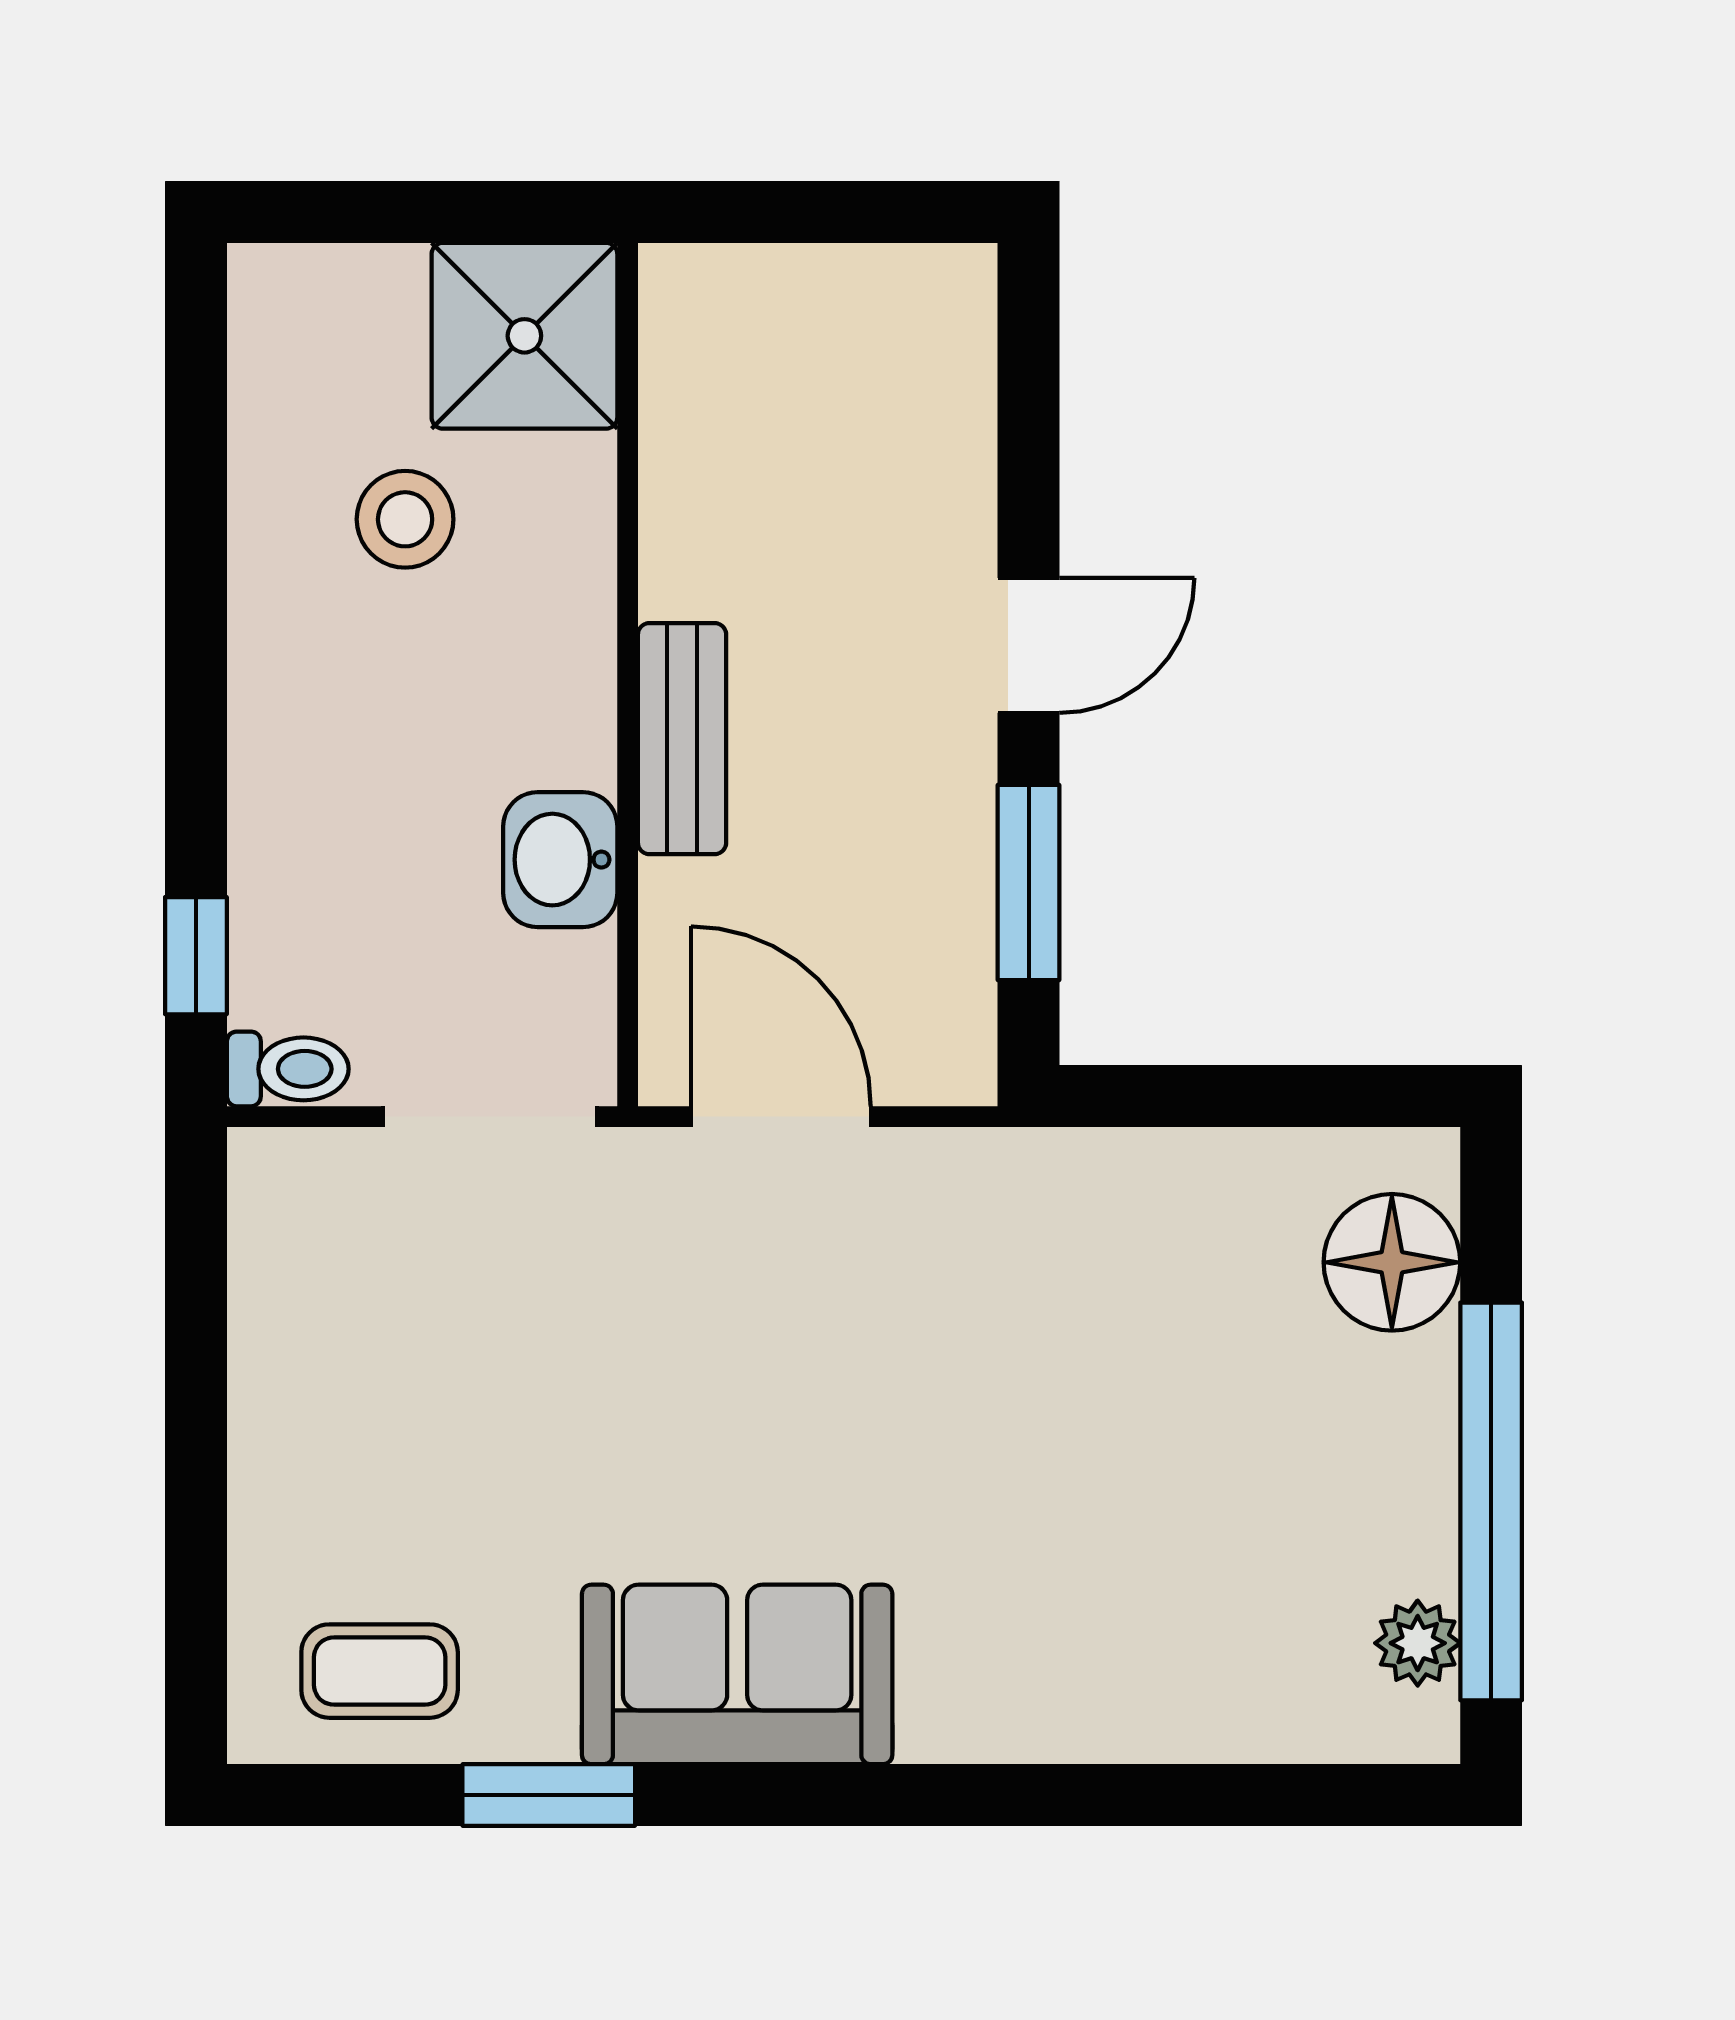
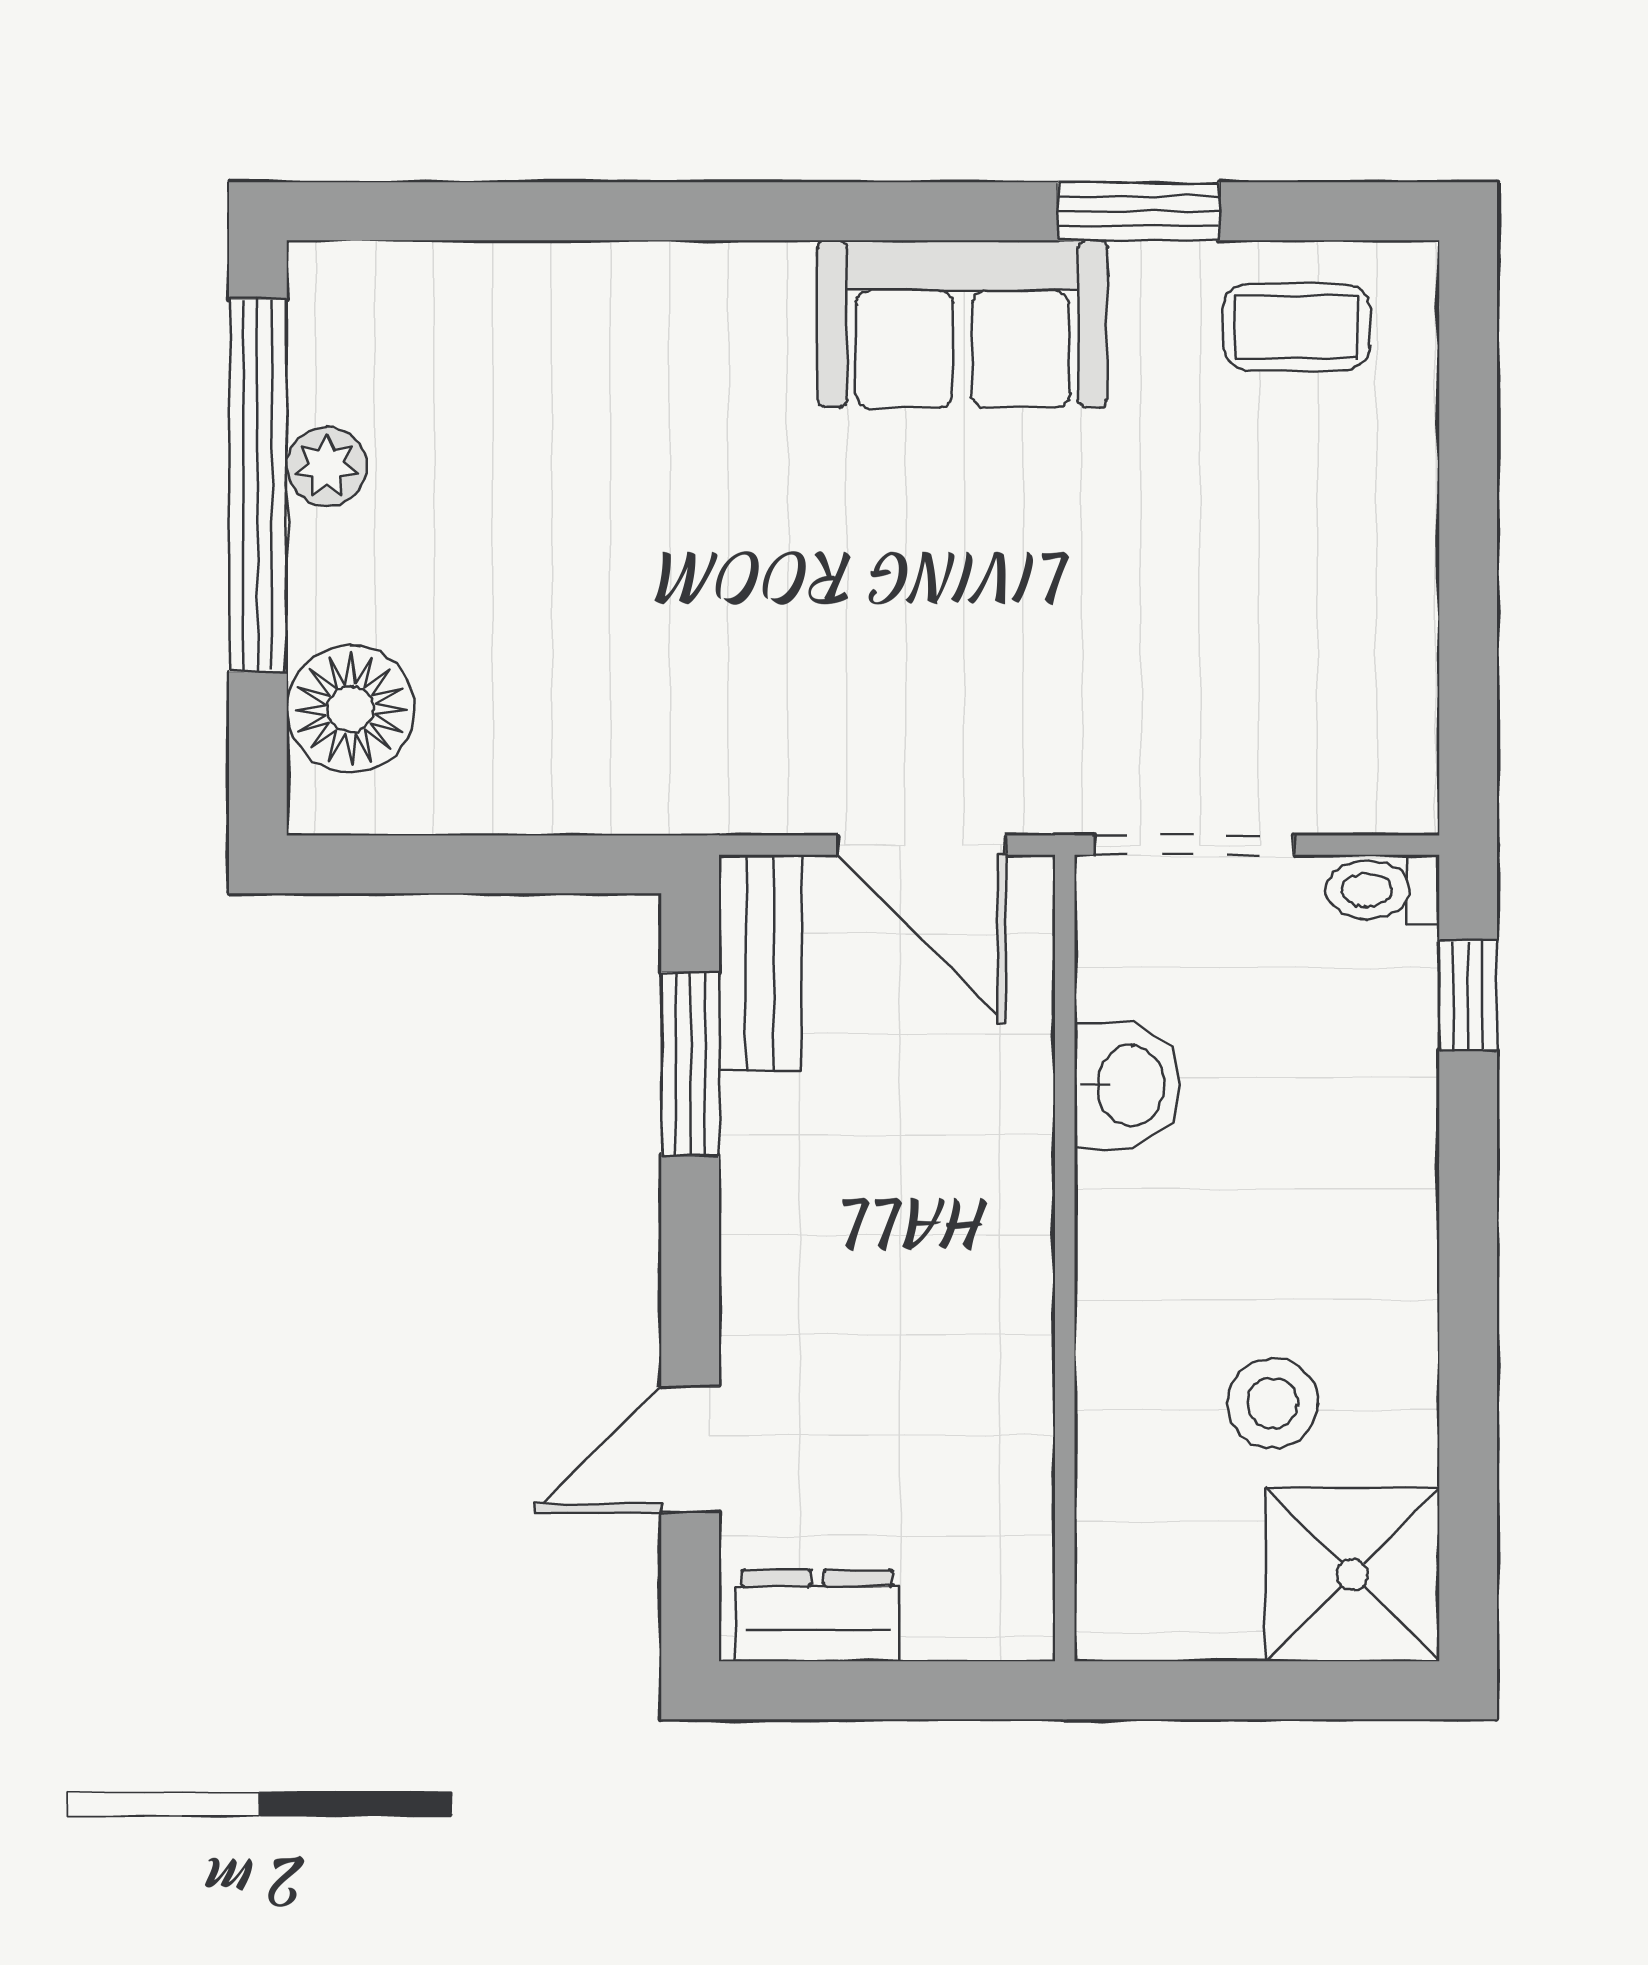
dresser: (893, 292) -> (817, 1616), added
shower: (524, 336) -> (1352, 1575), moved
door: (1029, 645) -> (690, 1450), moved
bench: (682, 739) -> (760, 963), moved
plant: (1418, 1643) -> (327, 467), moved

